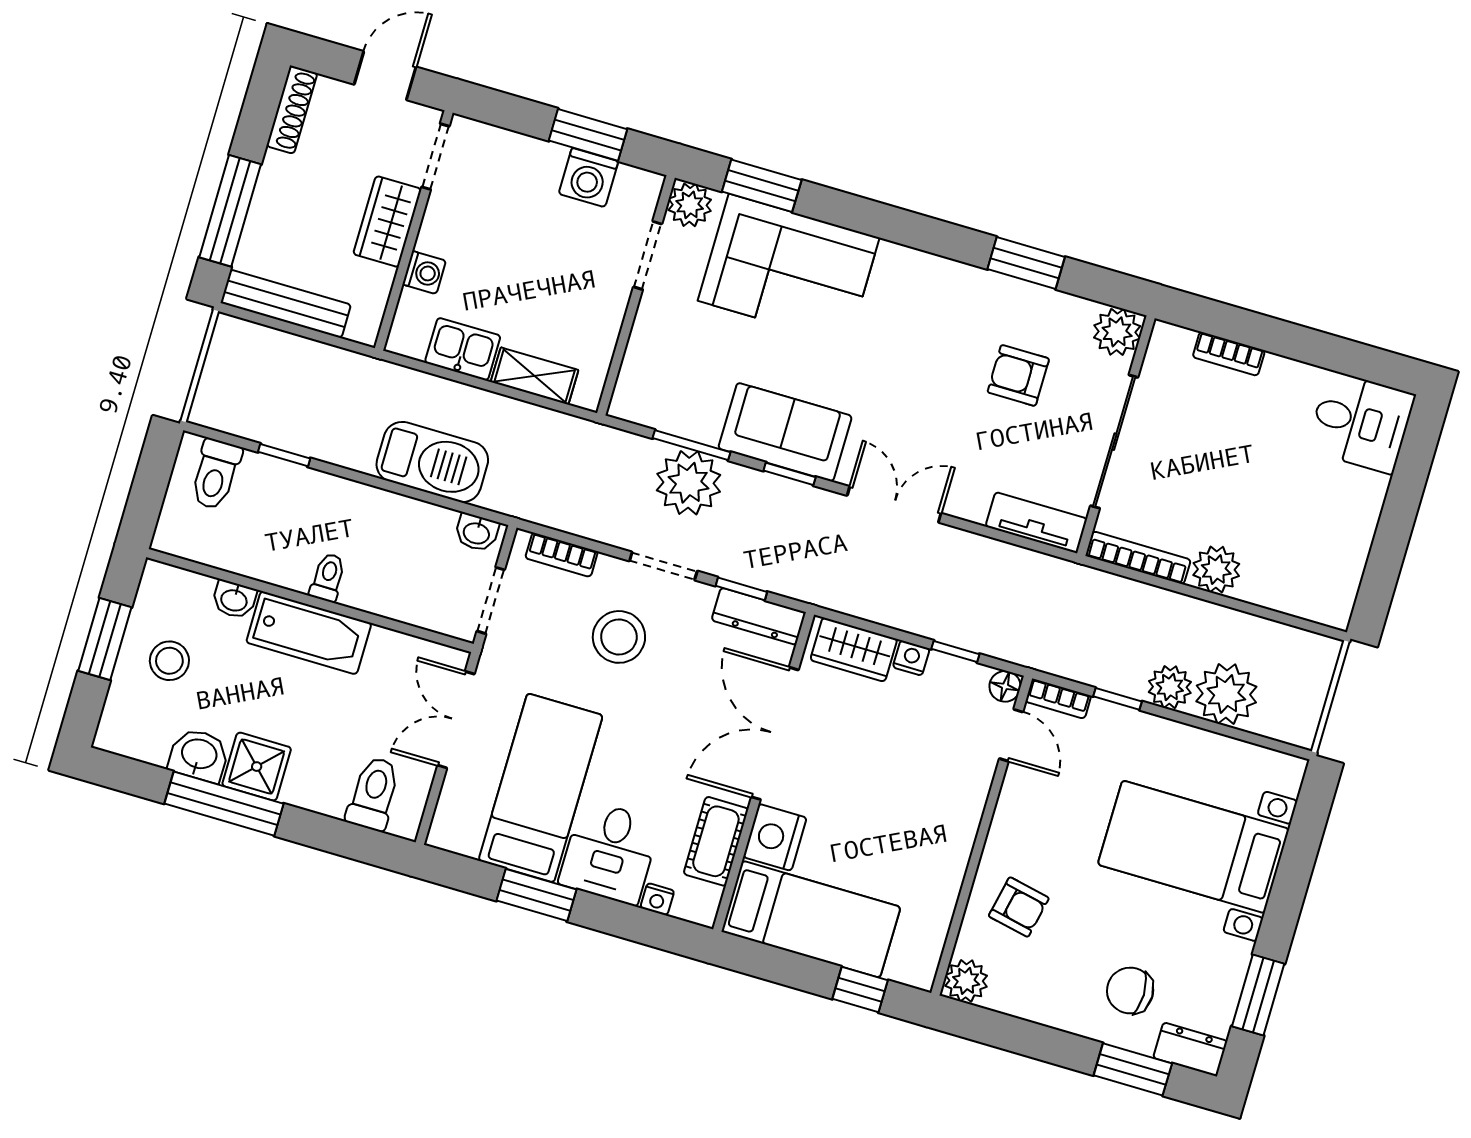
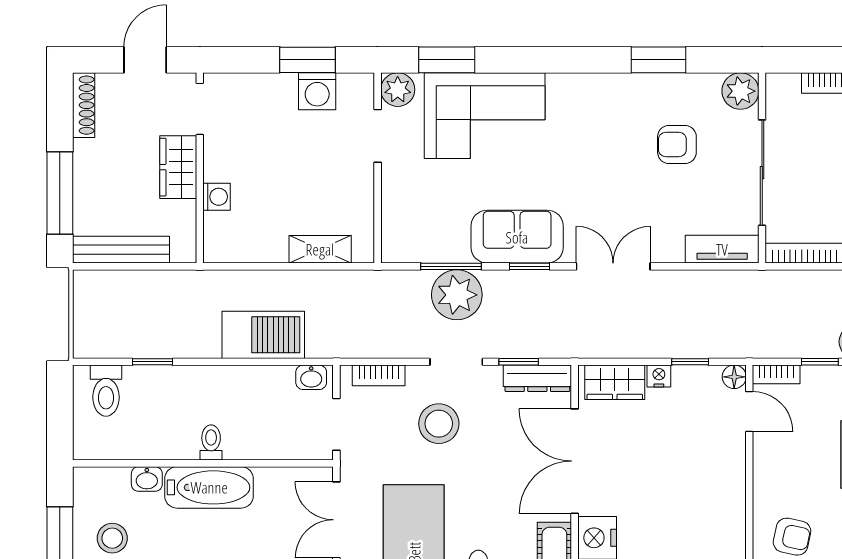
kitchen sink: (463, 349) -> (261, 245), removed

